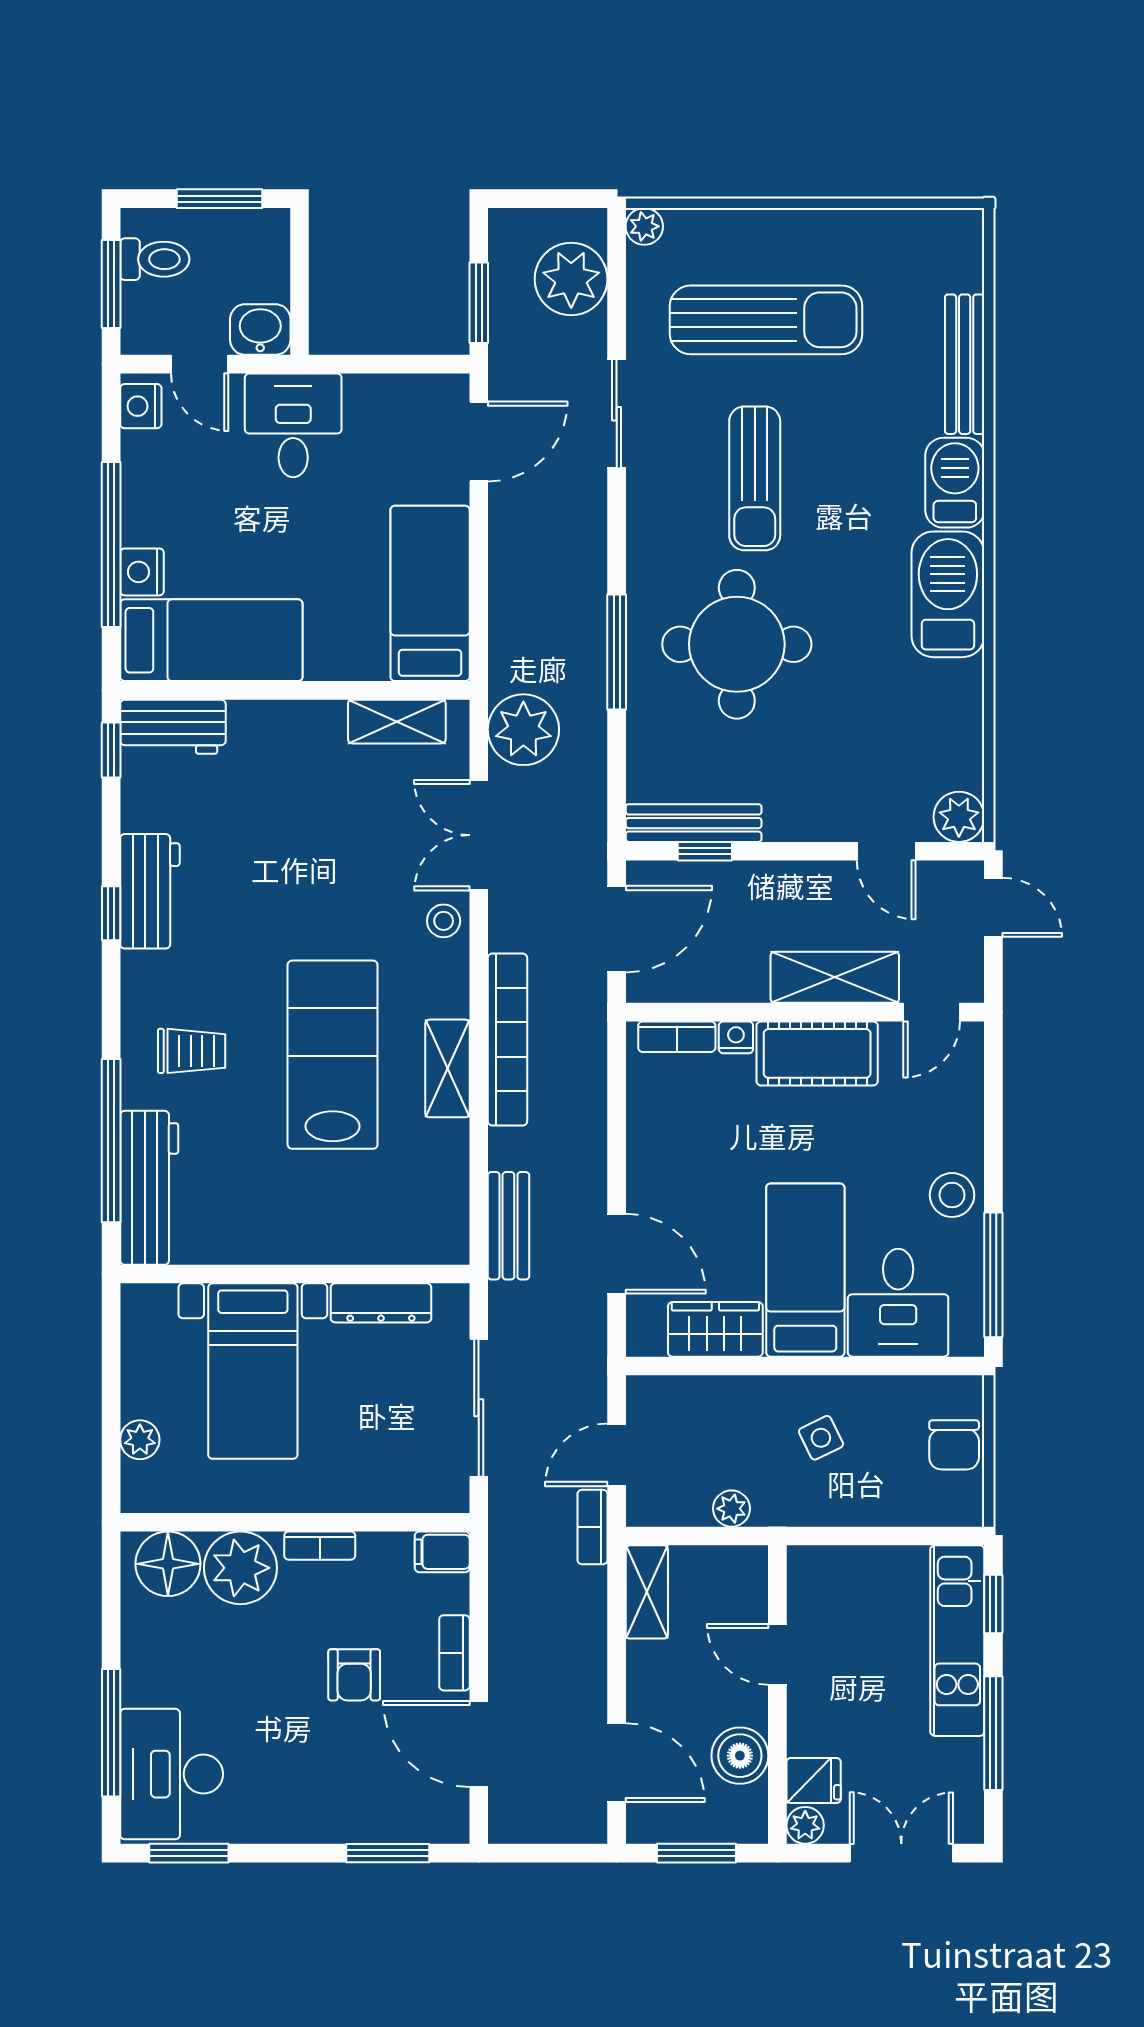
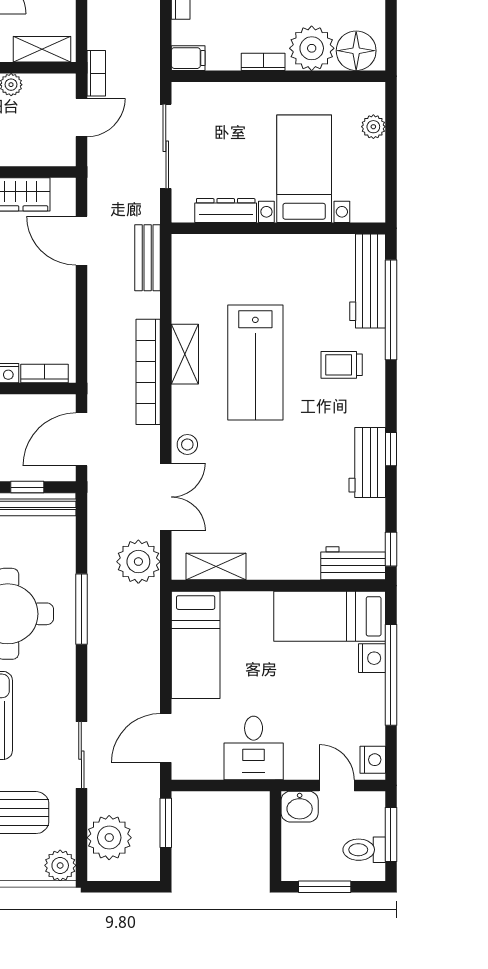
plant: (644, 226) -> (60, 865), width x1.38, depth x1.38
desk: (293, 425) -> (254, 748), moved
shelving: (647, 1592) -> (42, 49), moved, turned 90

